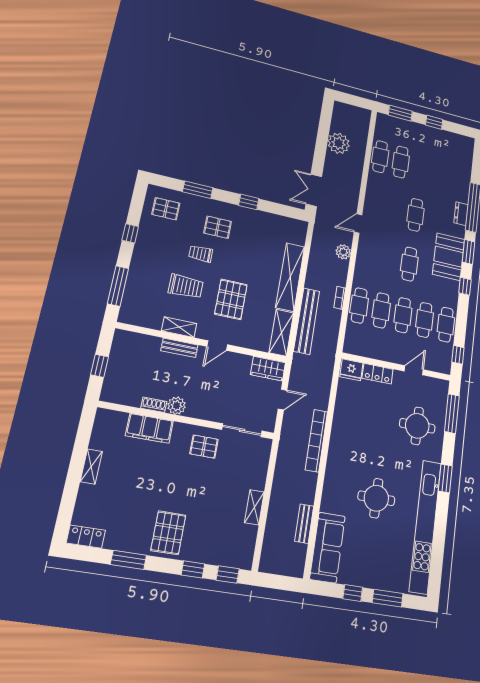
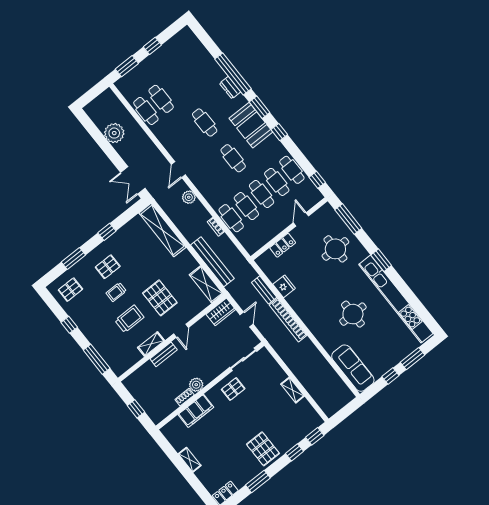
shelving: (290, 277) -> (162, 230), moved
fridge: (351, 370) -> (284, 286), moved, turned -90
bench: (304, 524) -> (264, 290), moved

